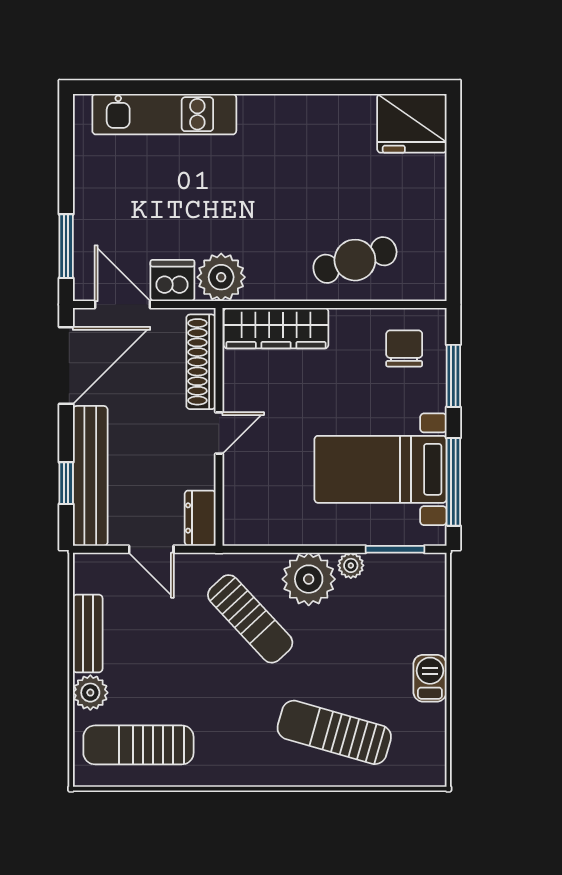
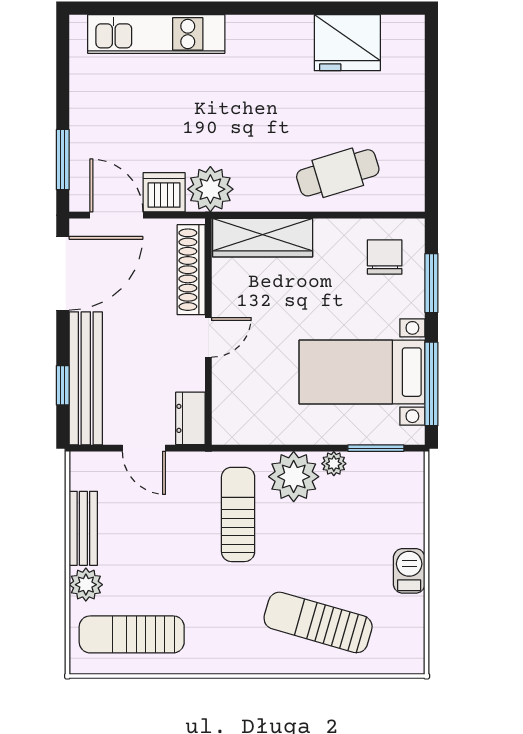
fridge: (412, 123) -> (347, 43), moved
sun lounger: (250, 619) -> (238, 514), turned -137

